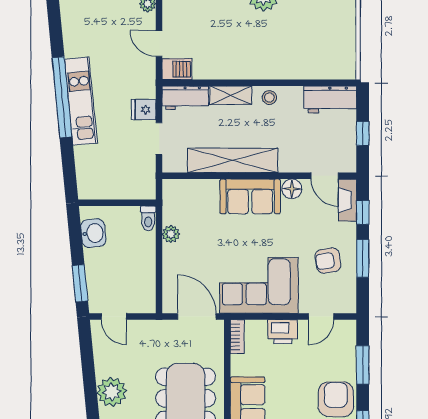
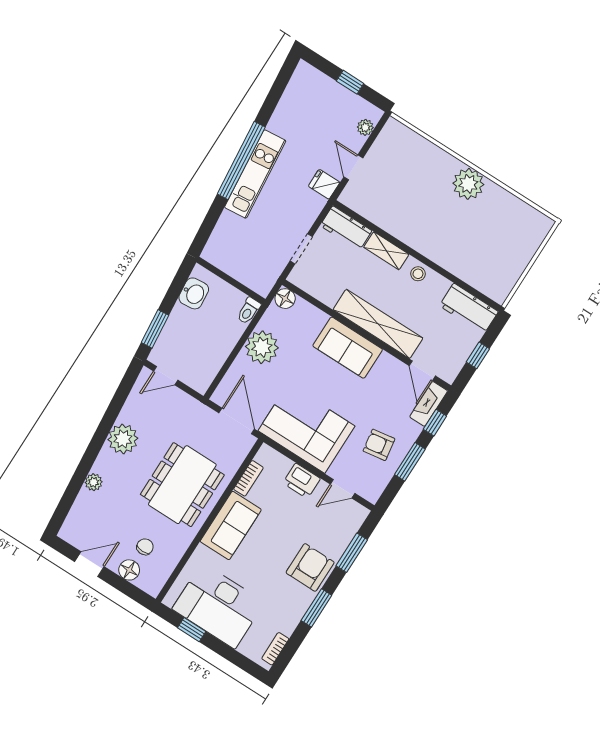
barbecue: (177, 69) -> (355, 199), removed
fridge: (144, 110) -> (324, 184), moved
shelving: (233, 160) -> (378, 324), moved
floor lamp: (292, 189) -> (285, 299), moved
plant: (171, 234) -> (262, 347), width x1.87, depth x1.87
door: (114, 316) -> (166, 376), hinge flipped
bookcase: (237, 337) -> (248, 478), moved

